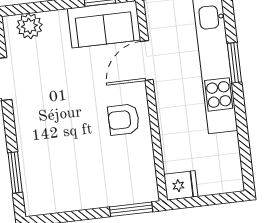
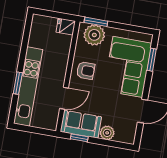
plant: (29, 26) -> (107, 133), moved
corner sofa: (53, 148) -> (128, 67), added
plant: (127, 186) -> (94, 35), added

